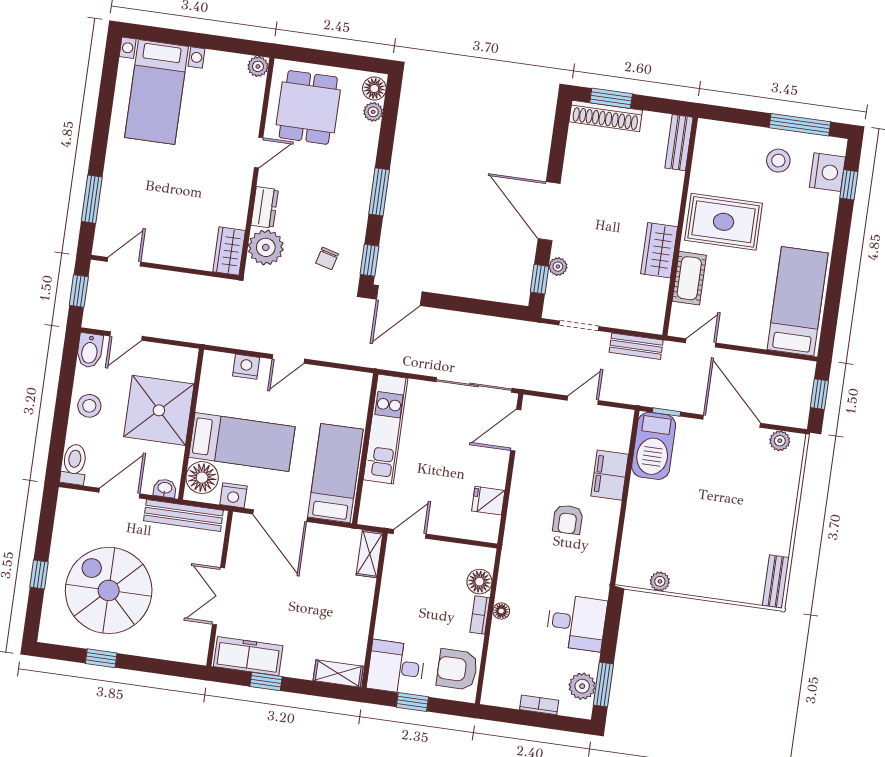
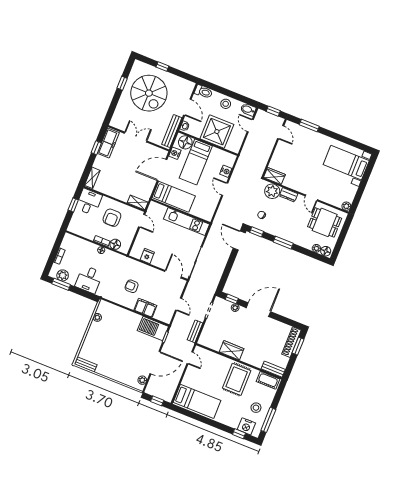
cot: (689, 278) -> (268, 380), moved
spiral stairs: (109, 590) -> (149, 93), turned 90
armchair: (457, 669) -> (112, 218), moved, turned 180

